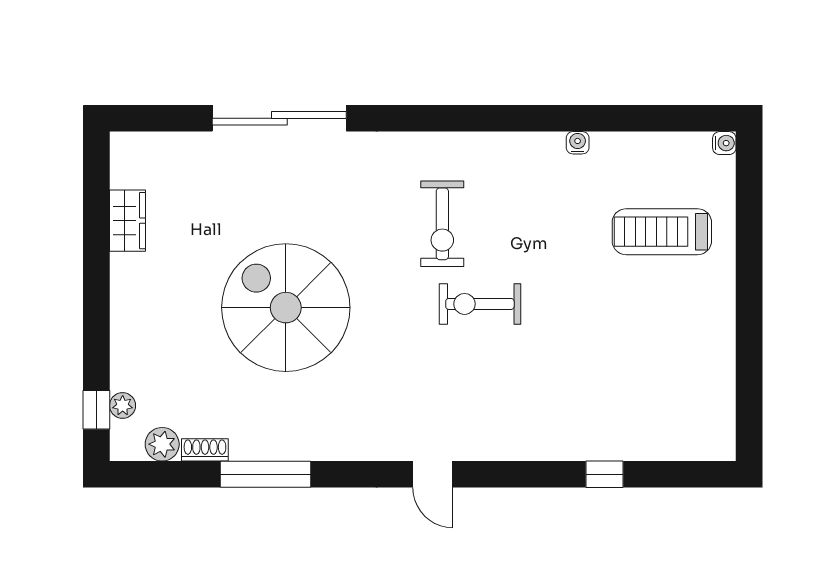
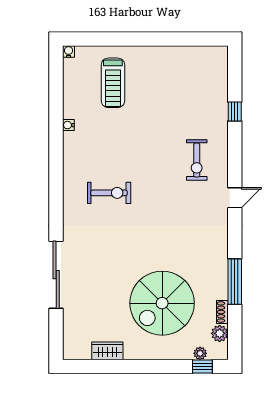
exercise bike: (480, 304) -> (197, 160), moved
spiral stairs: (286, 308) -> (162, 303), moved

